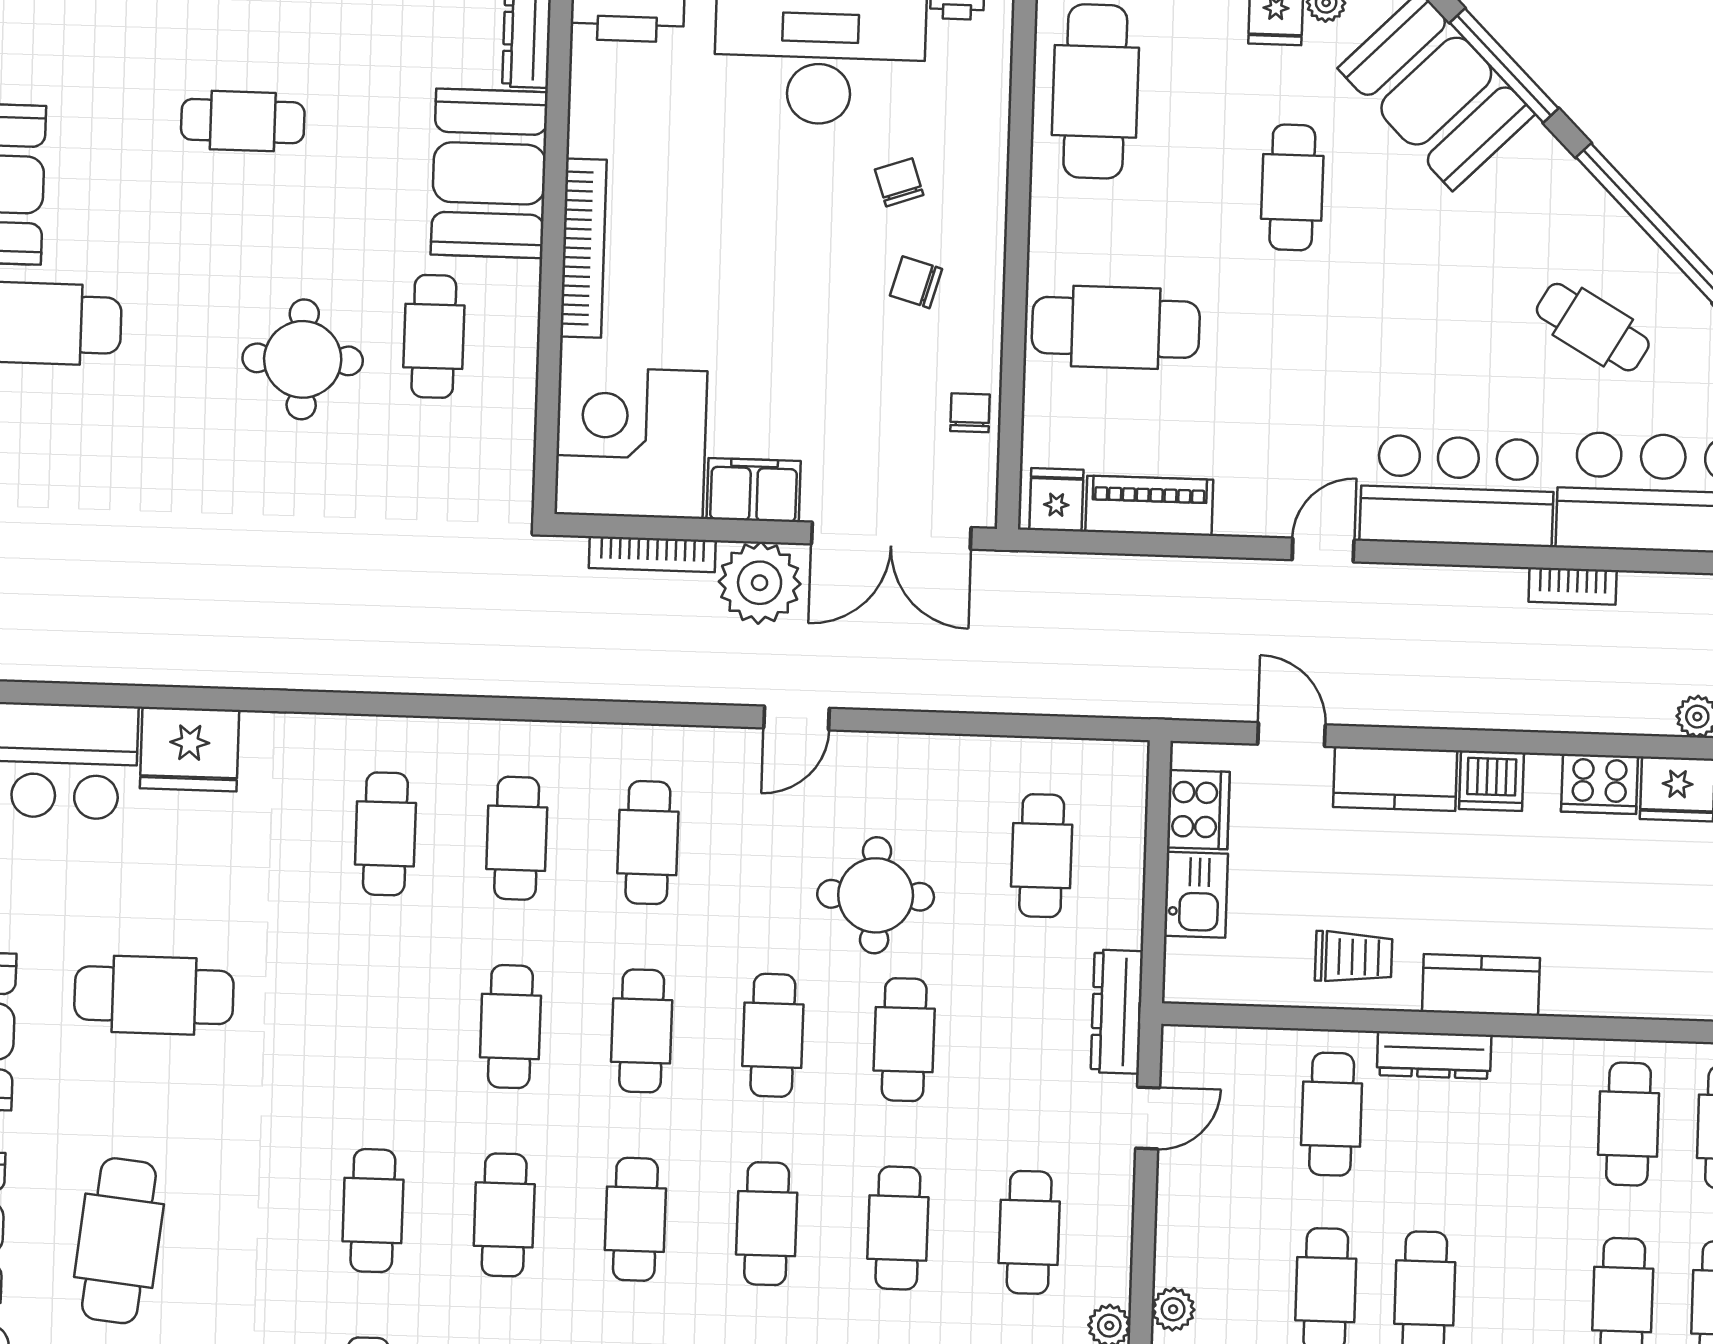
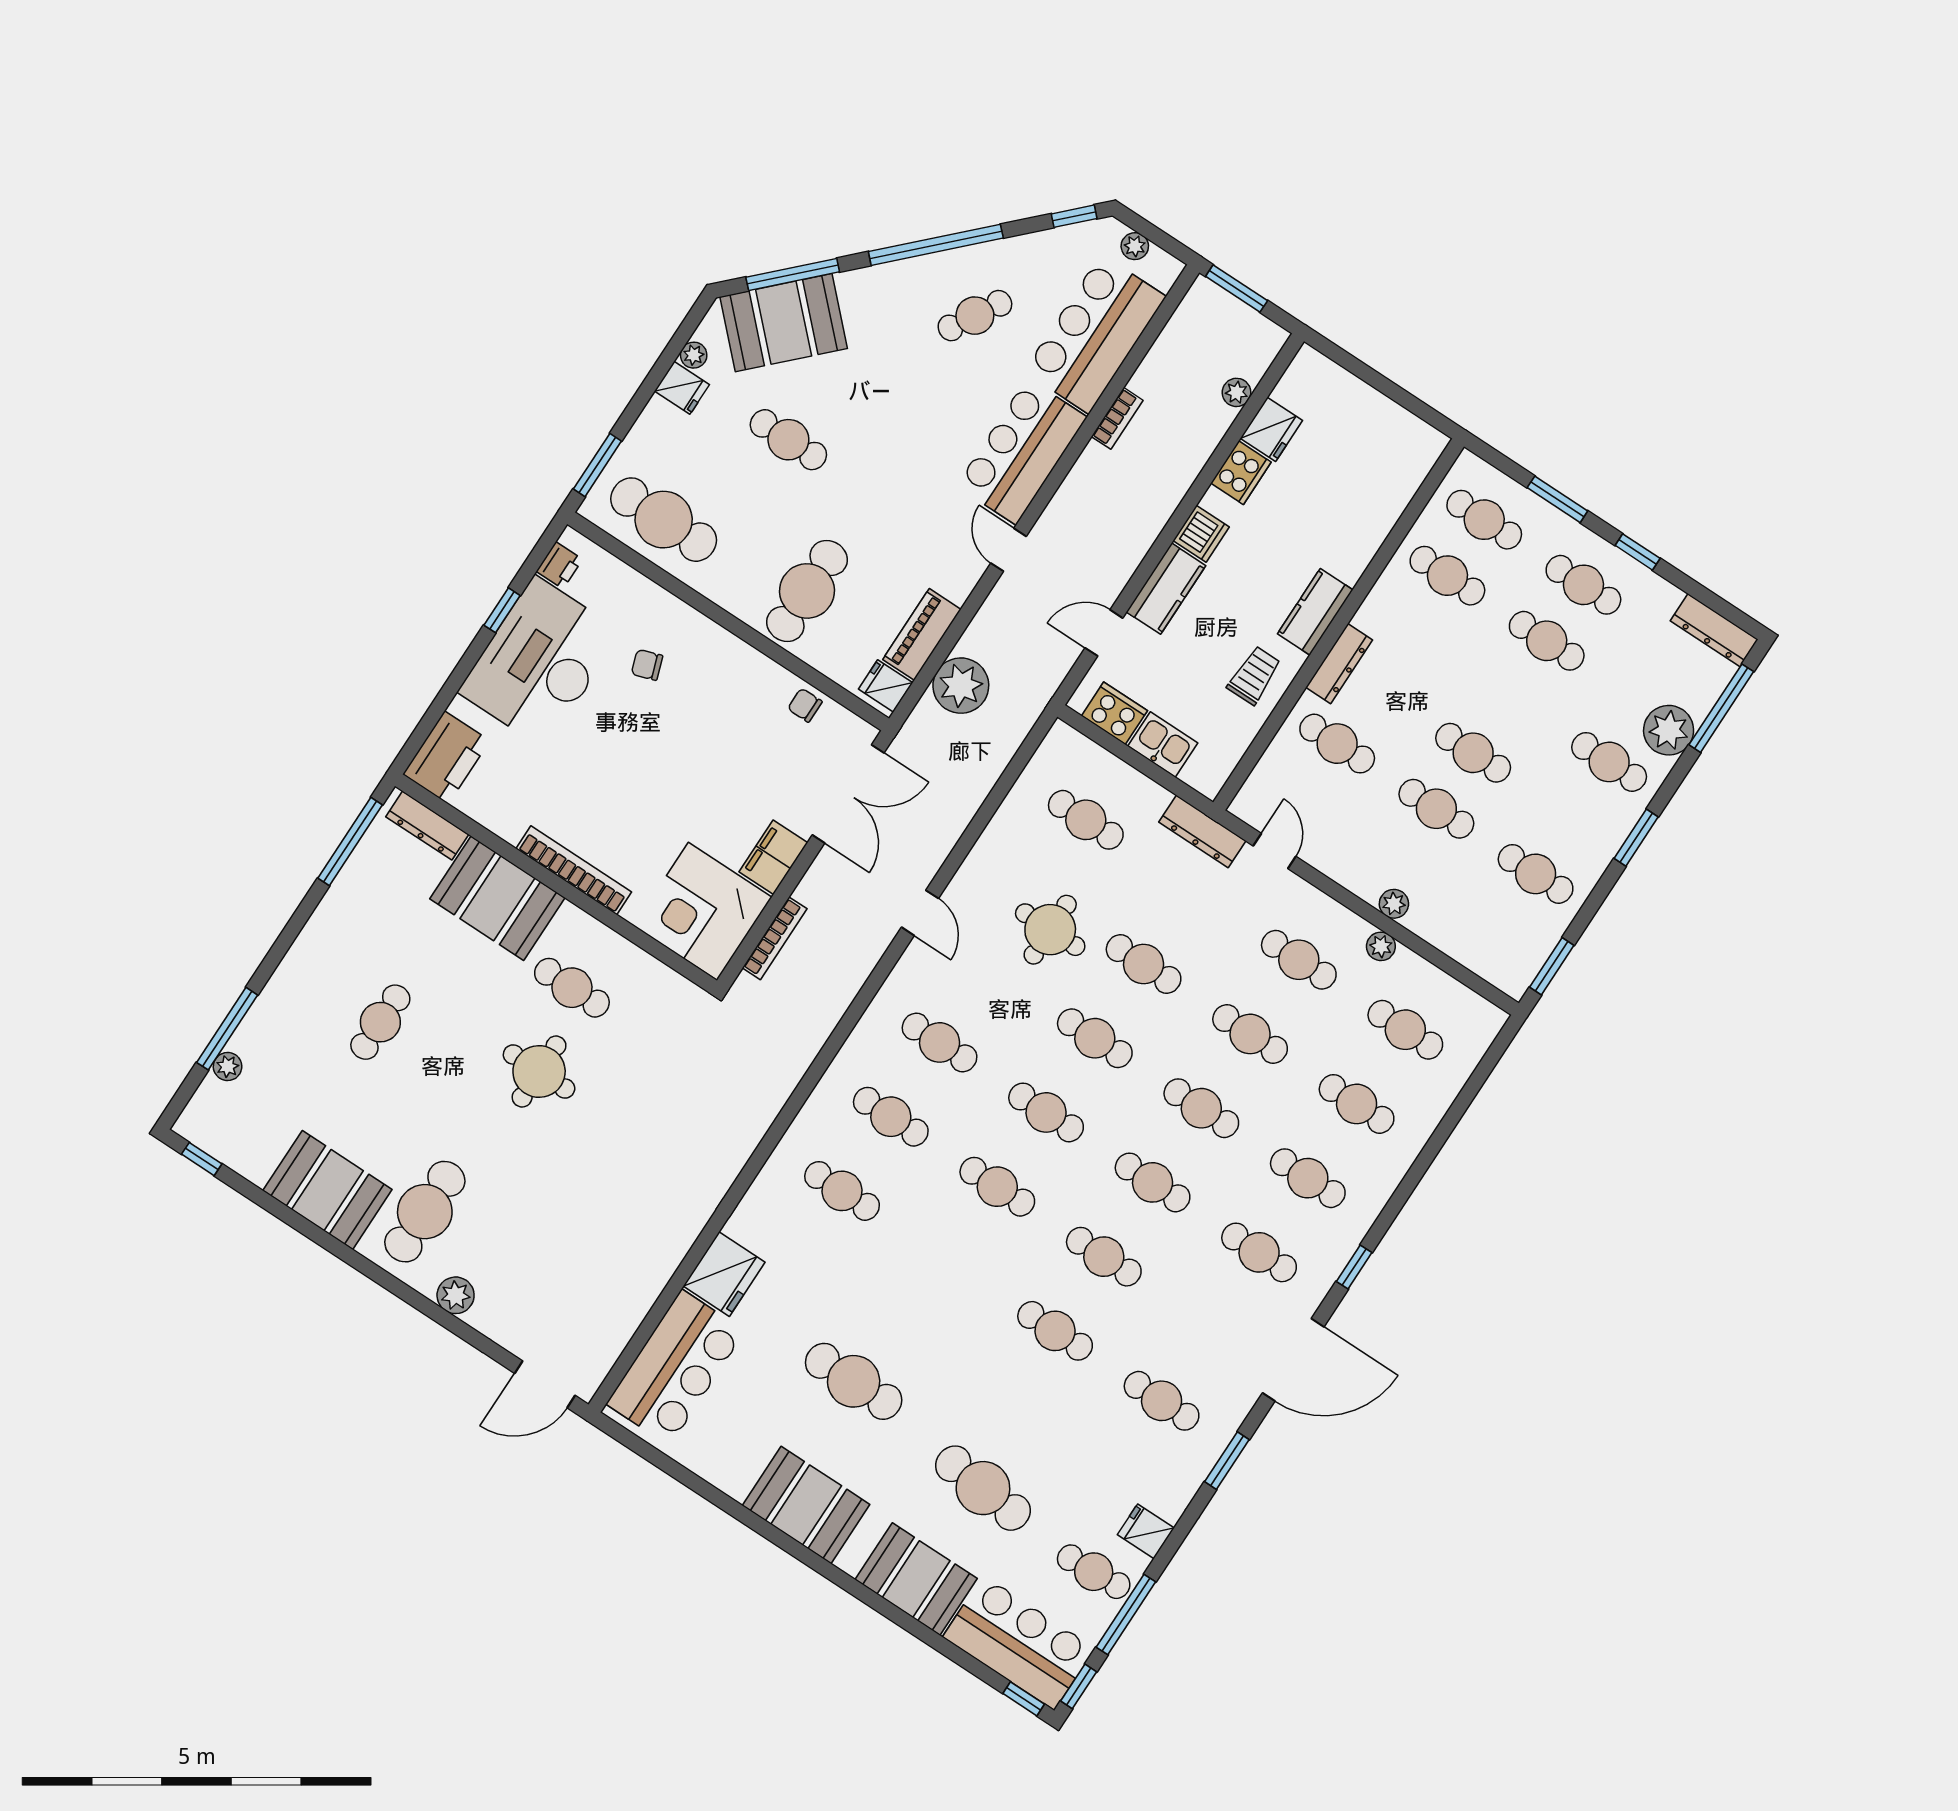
chair: (916, 282) -> (711, 690), removed
plant: (760, 583) -> (961, 686), moved
cafe table: (154, 995) -> (854, 1381), turned 90

